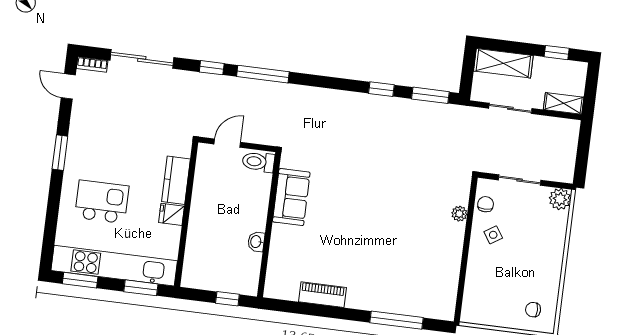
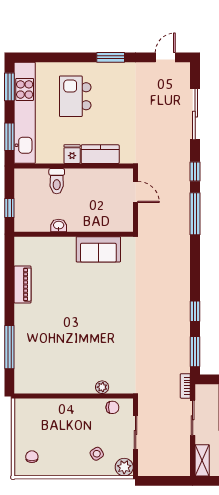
bookcase: (92, 65) -> (185, 386), moved
toilet: (258, 162) -> (57, 181), moved, turned 180
kitchen island: (102, 202) -> (75, 96), turned 180
side table: (493, 235) -> (97, 454), moved

